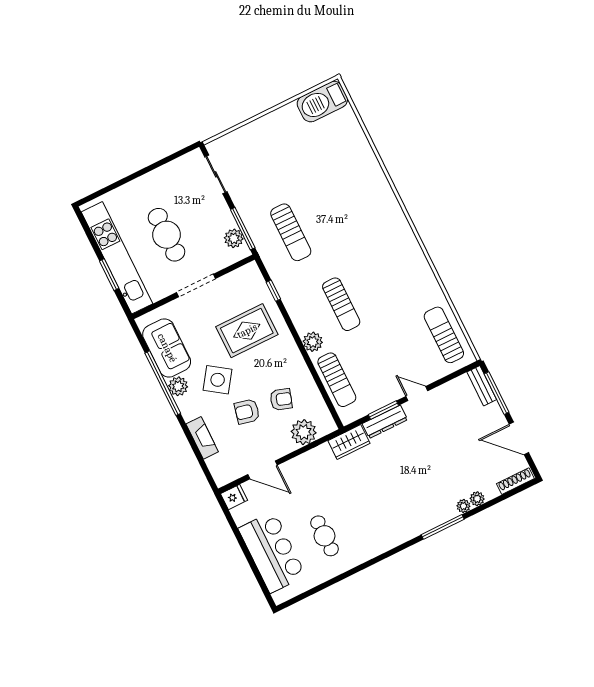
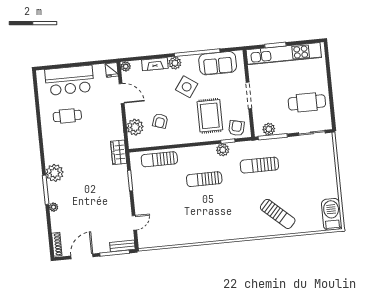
cafe table: (167, 235) -> (307, 102), moved
sun lounger: (444, 335) -> (278, 214), moved, turned 42
plant: (313, 342) -> (223, 150), moved
plant: (178, 386) -> (175, 63), moved
door: (417, 394) -> (134, 223), moved
armchair: (247, 412) -> (236, 128), moved
dresser: (385, 422) -> (123, 179), removed
door: (263, 470) -> (122, 93), swing flipped
plant: (221, 479) -> (126, 66), added
plant: (477, 499) -> (55, 173), moved, width x1.88, depth x1.88

